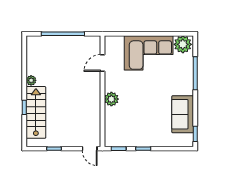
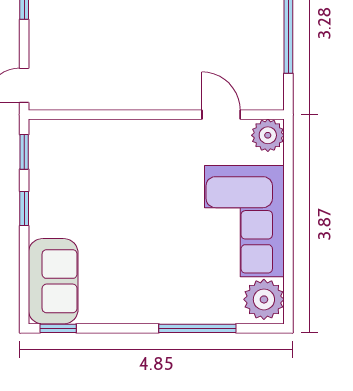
plant: (111, 99) -> (268, 135), moved
sofa: (183, 114) -> (53, 281), moved, turned 90

